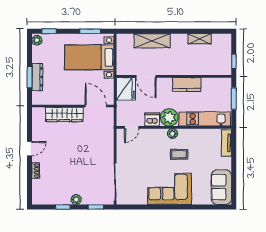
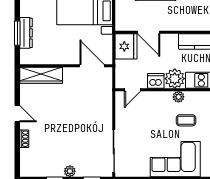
wardrobe: (64, 114) -> (41, 75), moved
door: (30, 149) -> (17, 114), hinge flipped

